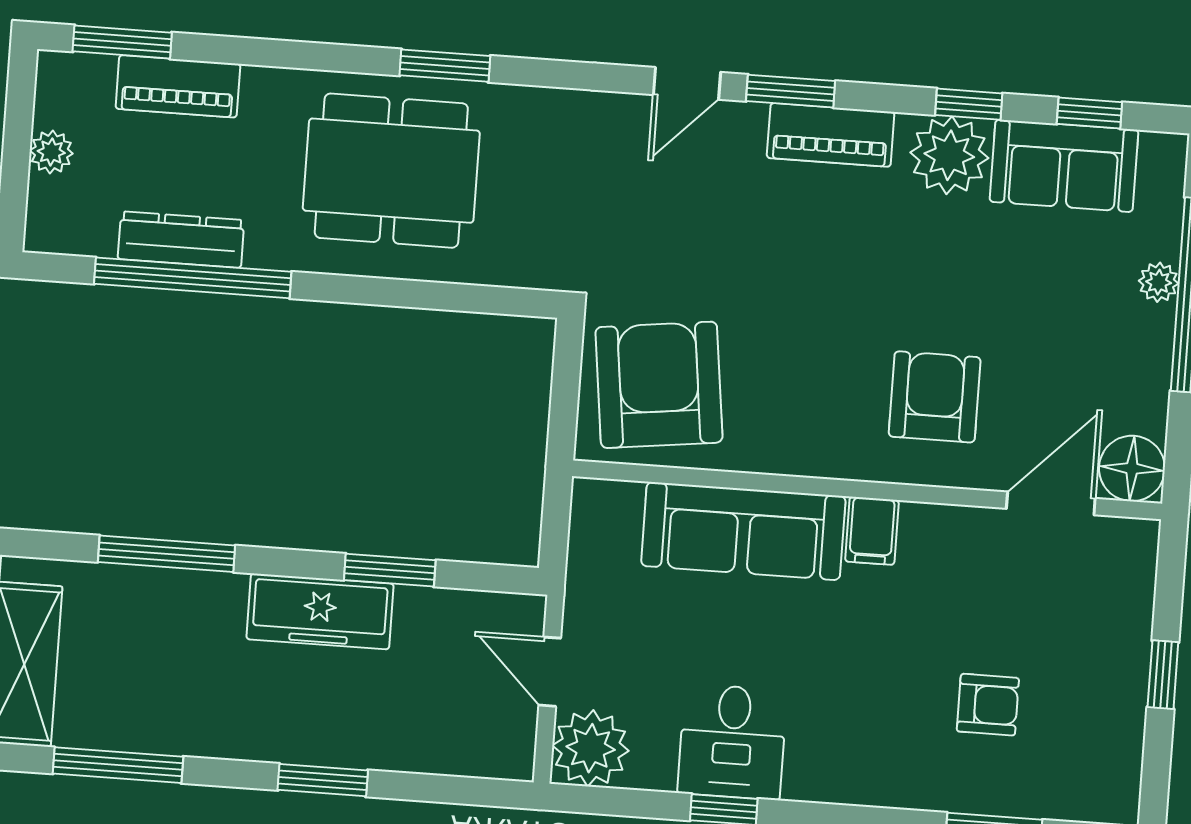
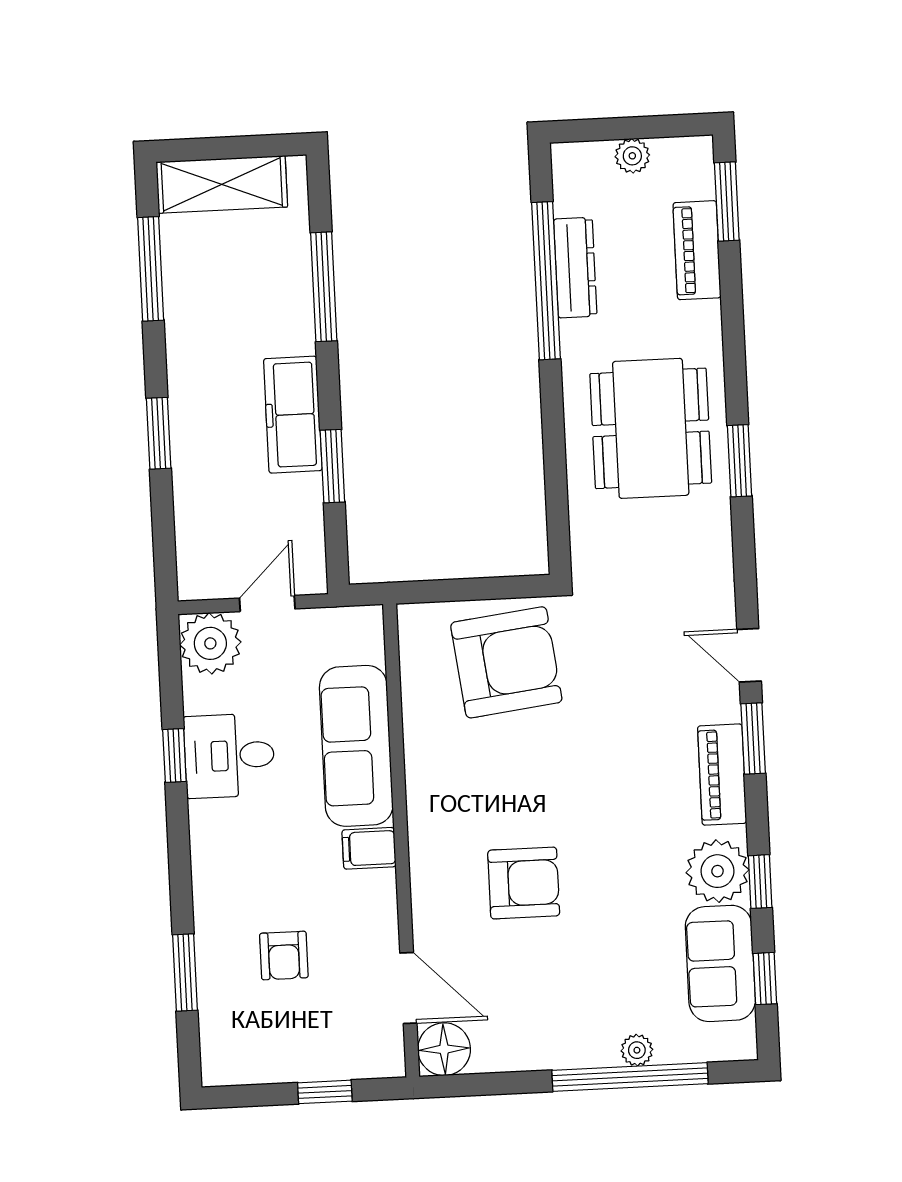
floor lamp: (1132, 468) -> (444, 1049), moved
wall: (867, 490) -> (401, 840), moved
door: (1051, 503) -> (408, 988), moved
sofa: (743, 531) -> (356, 746), moved
filing cabinet: (872, 531) -> (369, 848), moved

